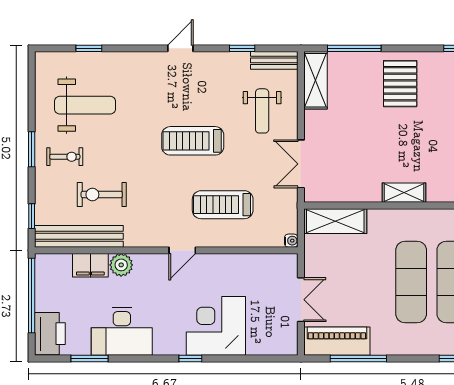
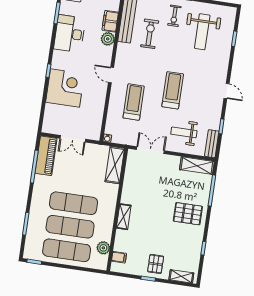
shelving: (404, 193) -> (124, 217), moved

